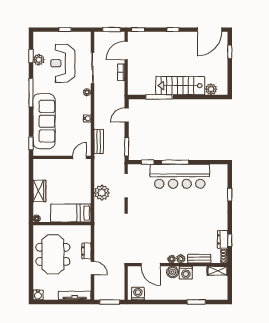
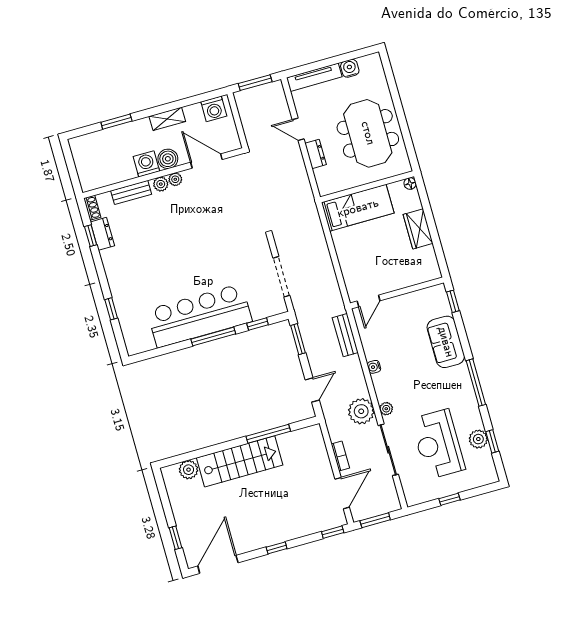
reception desk: (63, 63) -> (438, 444), turned 180
sofa: (44, 121) -> (446, 342), width x0.54, depth x0.79
plant: (102, 193) -> (361, 411), moved
shelving: (217, 271) -> (167, 119), moved
water cooler: (38, 295) -> (350, 68), moved

